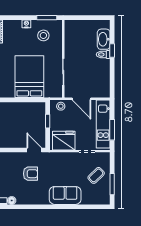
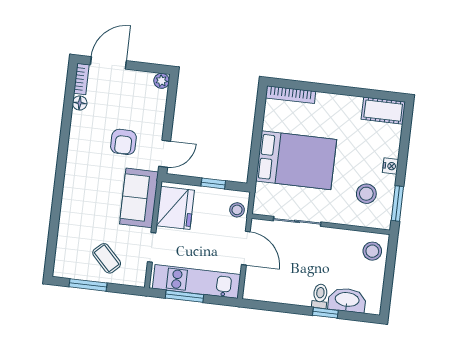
stool: (75, 28) -> (372, 251), added
door: (81, 99) -> (246, 248), swing flipped
sofa: (65, 195) -> (139, 198), moved, turned 180

